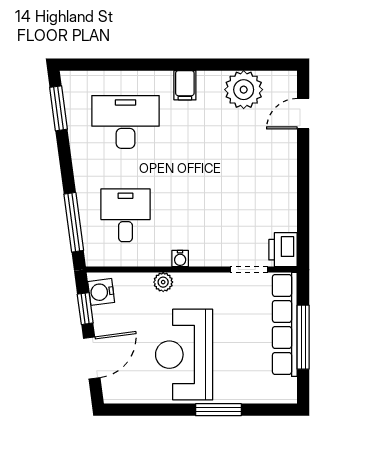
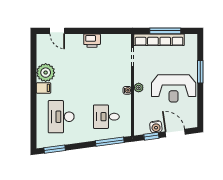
plant: (244, 90) -> (46, 73), moved
printer: (283, 250) -> (92, 41), moved
plant: (163, 282) -> (139, 88), moved
water cooler: (101, 292) -> (156, 127), moved

